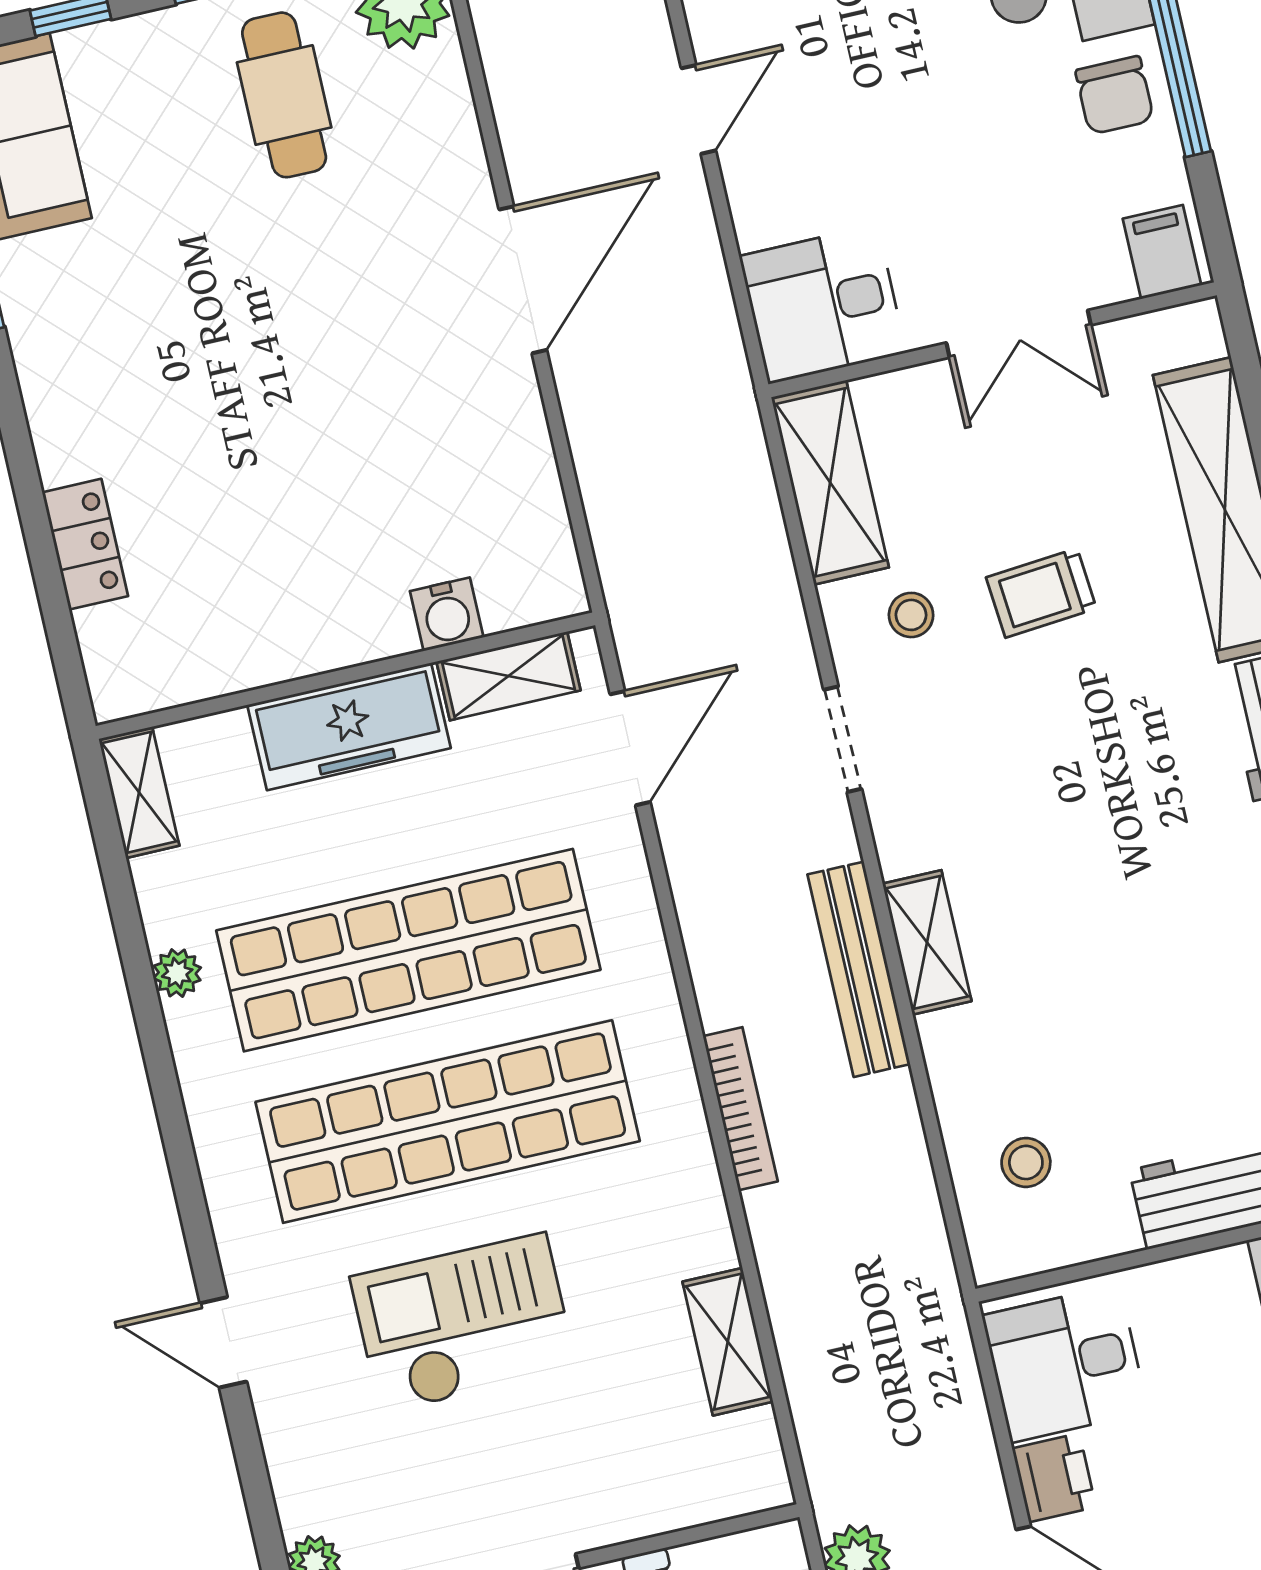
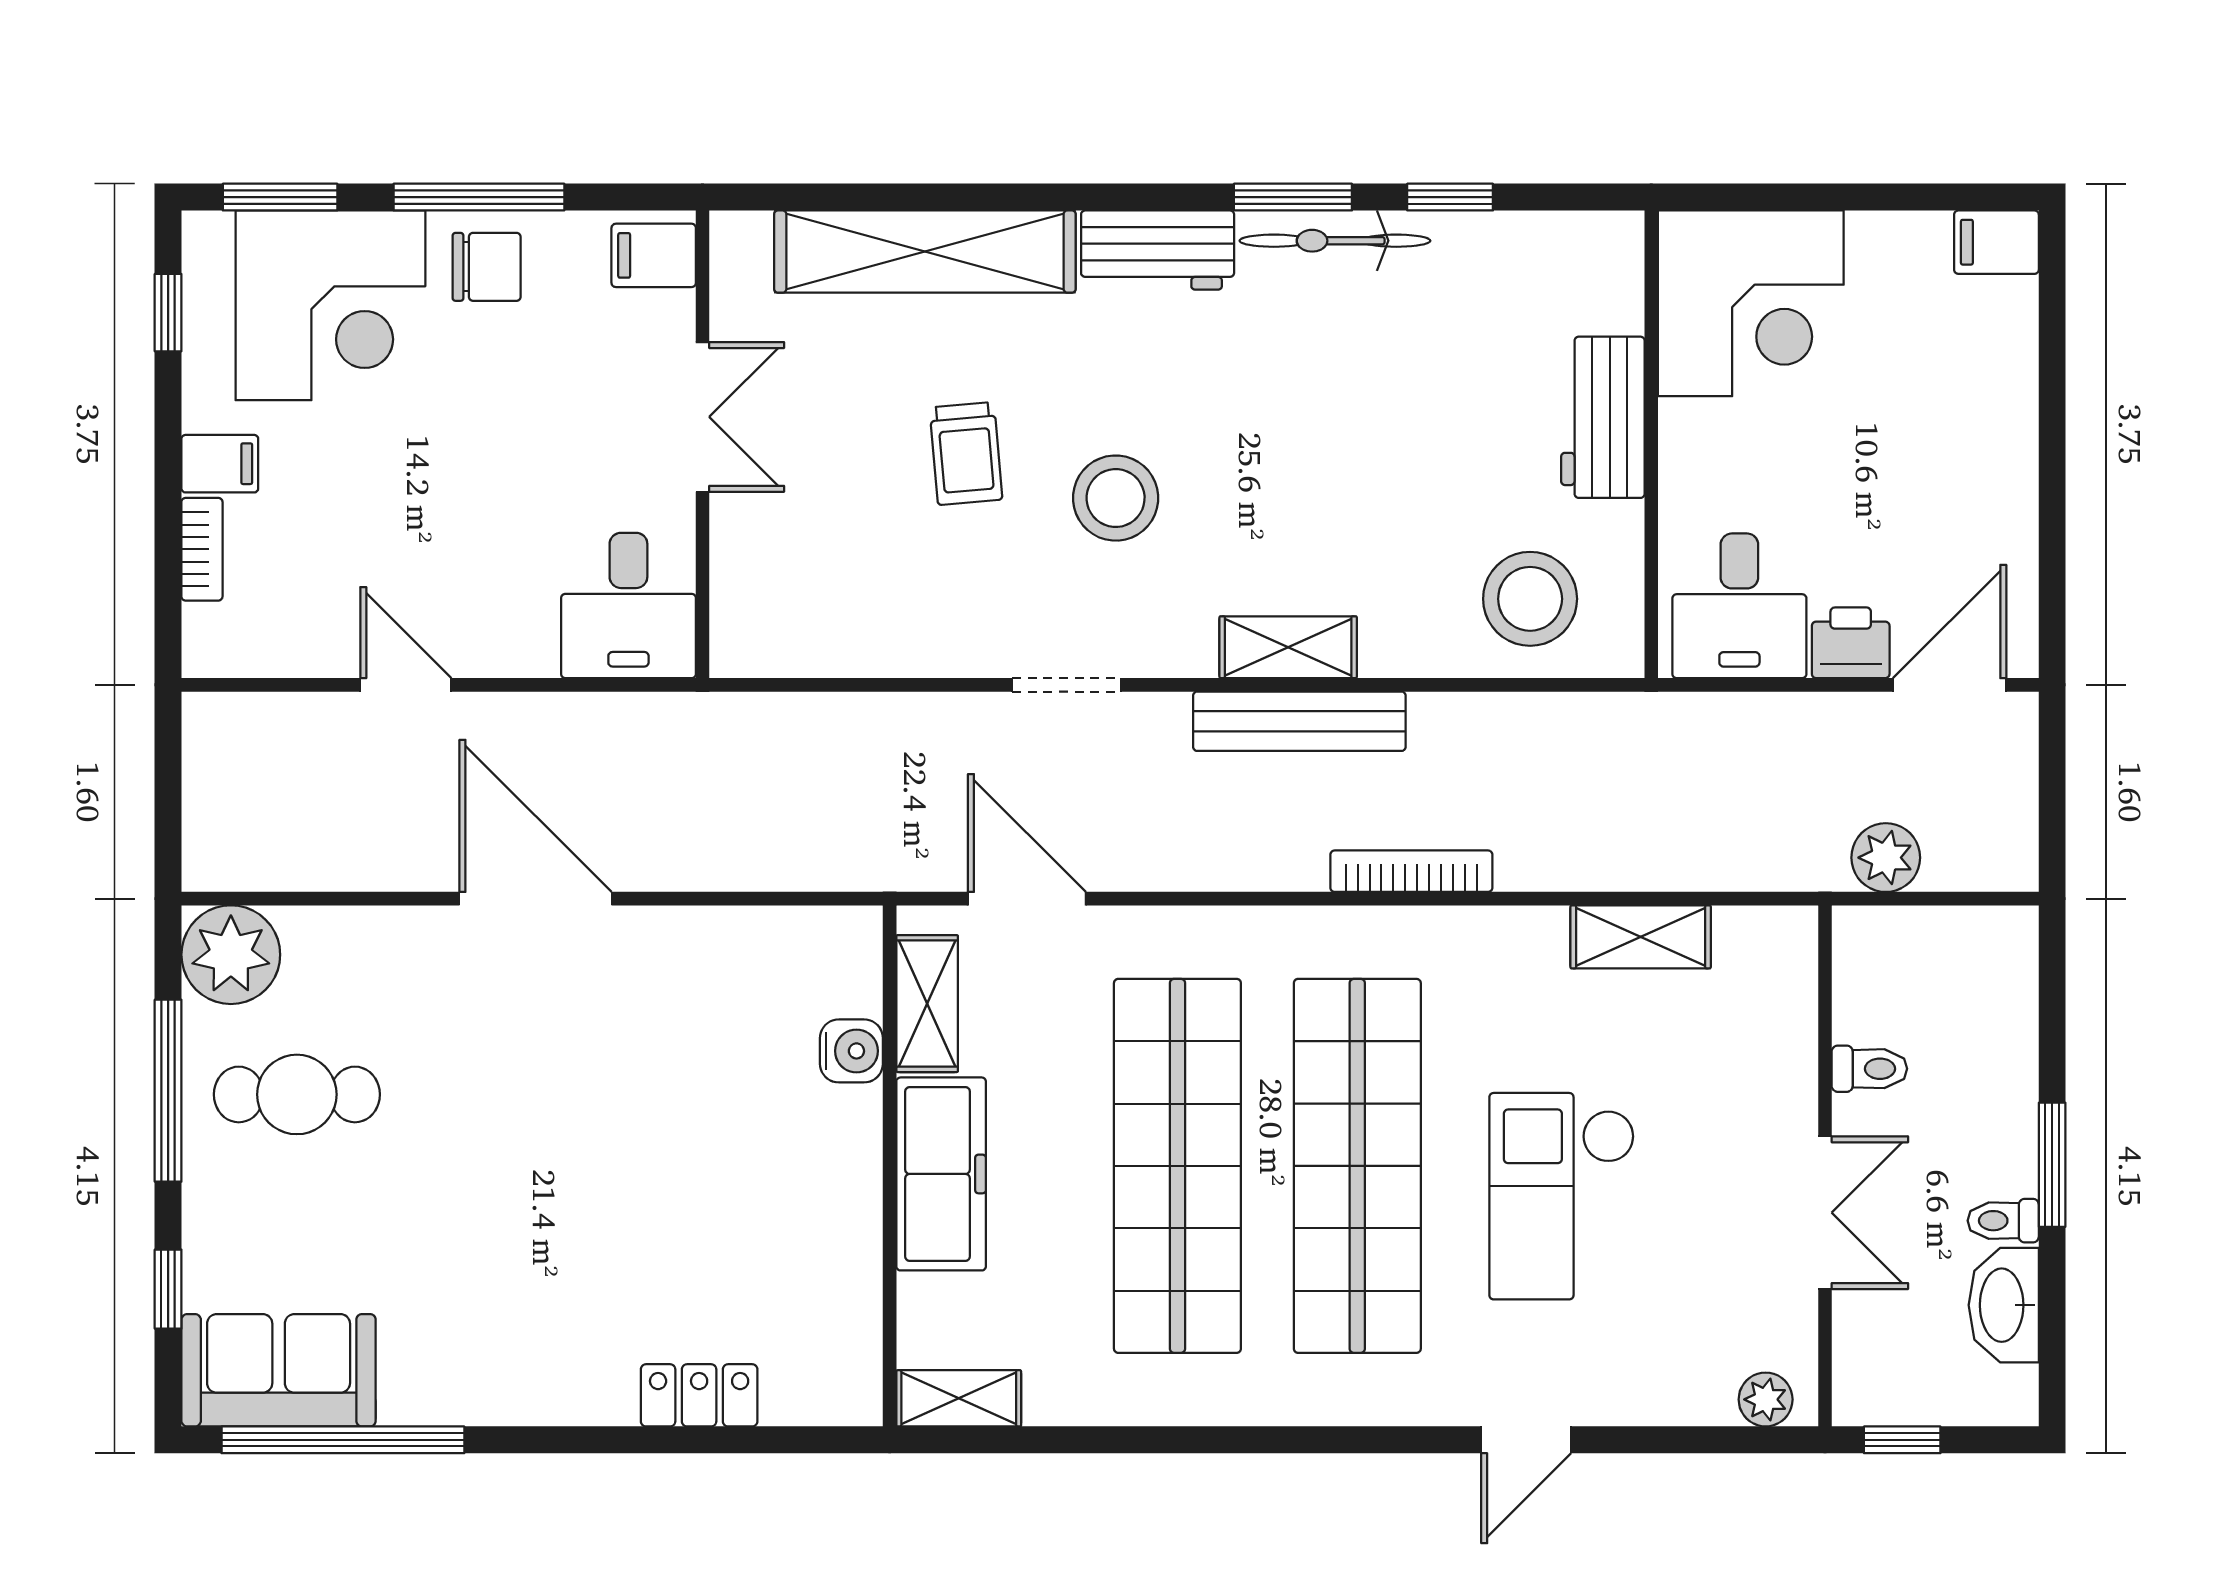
shelving: (830, 482) -> (808, 639), removed
stool: (911, 615) -> (1116, 498), moved, width x1.89, depth x1.89
plant: (177, 973) -> (1148, 1401), removed
stool: (1026, 1162) -> (1530, 599), width x1.89, depth x1.89

